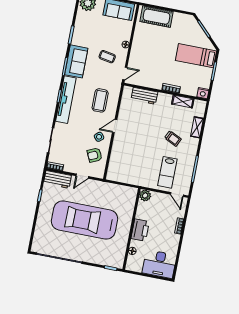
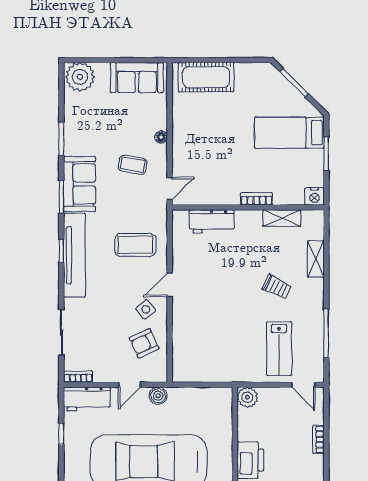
coffee table: (100, 100) -> (135, 245), turned 90
boiler: (97, 185) -> (158, 396), added

